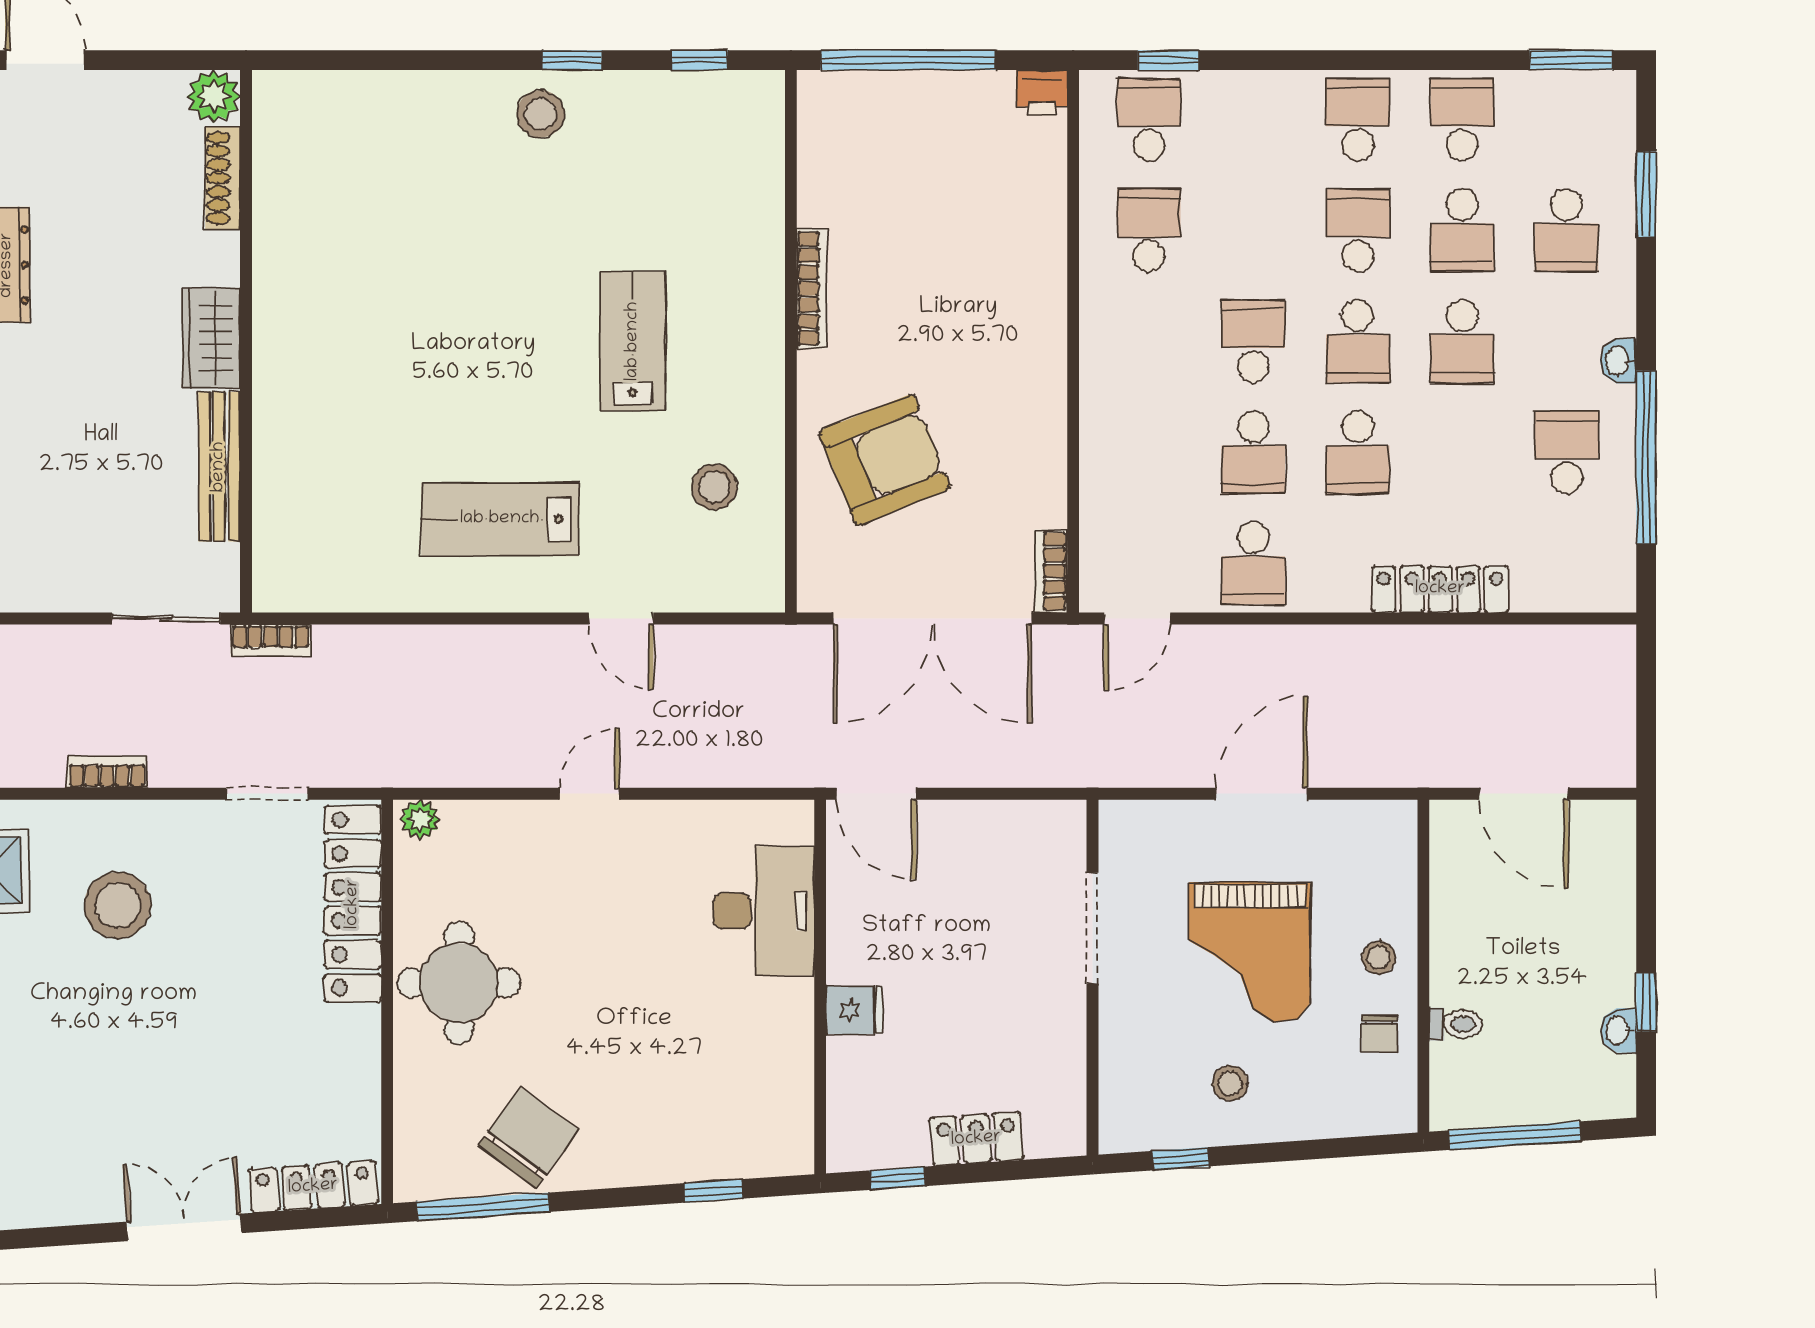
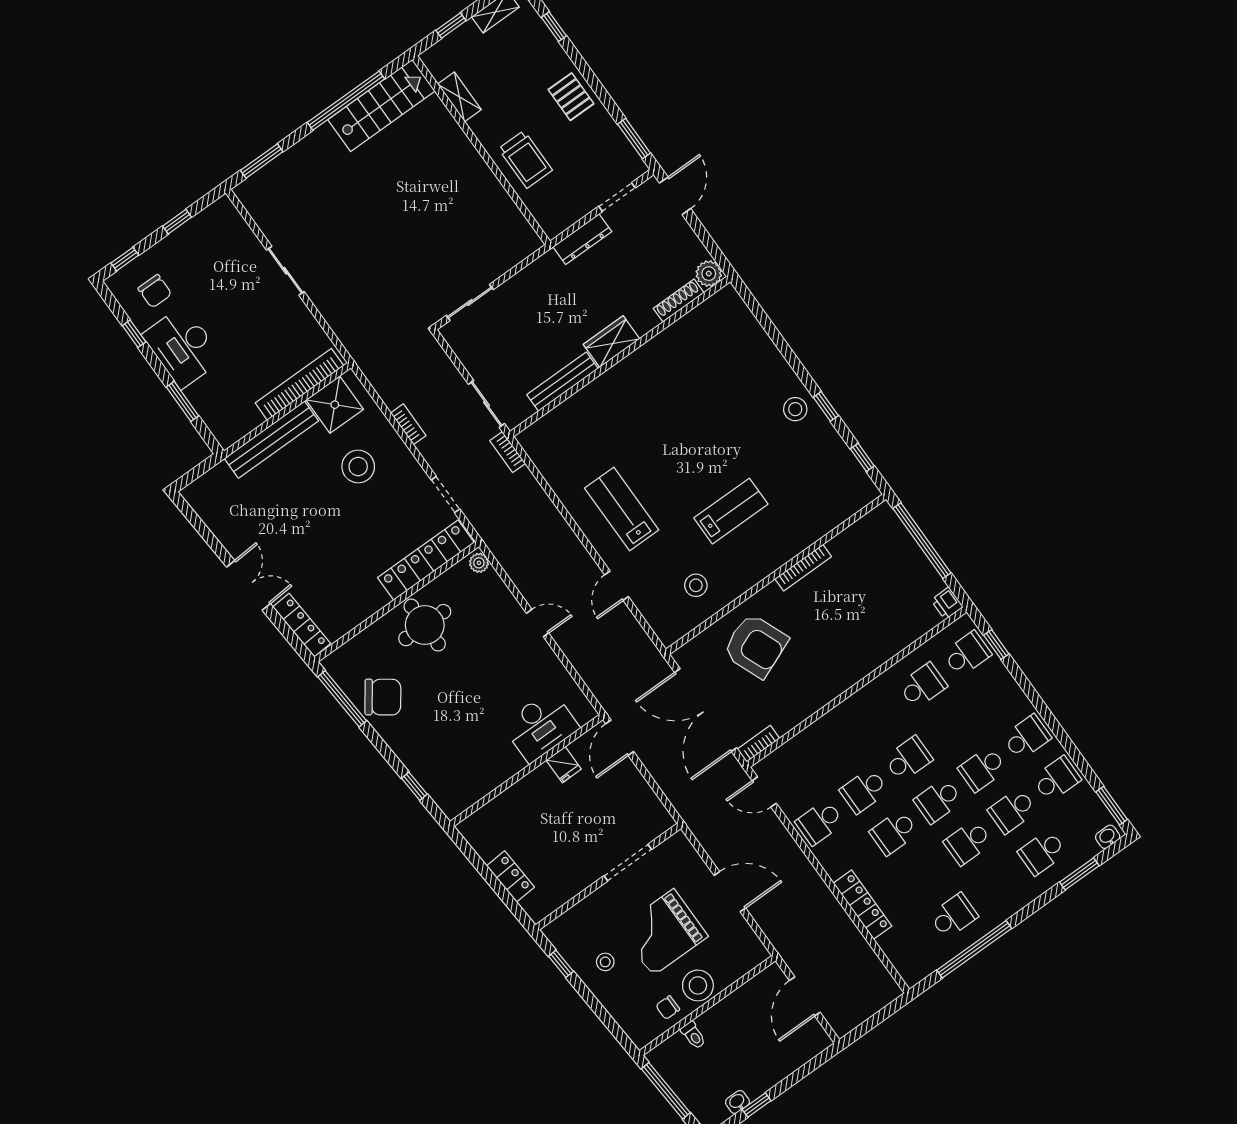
school desk: (1358, 230) -> (982, 769), turned 180
washbasin: (1618, 361) -> (1108, 837), moved
stool: (1379, 958) -> (698, 985), width x1.89, depth x1.89
fridge: (854, 1010) -> (564, 765), moved
window: (898, 1178) -> (472, 856), removed

